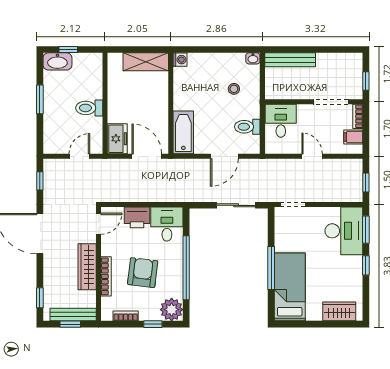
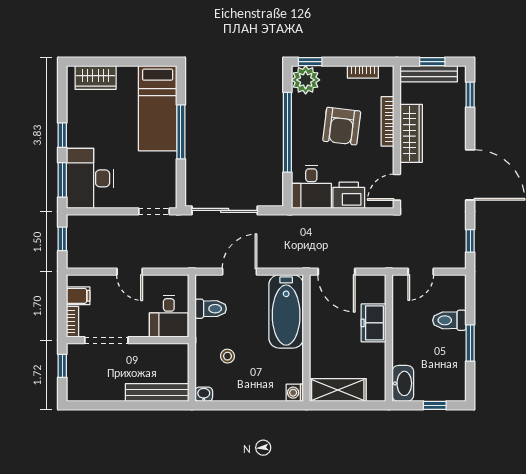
washbasin: (57, 61) -> (403, 383), moved, turned 90
toilet: (89, 108) -> (449, 320), moved, turned 180
bathtub: (183, 132) -> (286, 311), width x1.36, depth x1.36
freezer: (117, 139) -> (373, 323), moved
sliding door: (236, 205) -> (225, 210), width x1.37
window: (153, 324) -> (310, 62), moved

